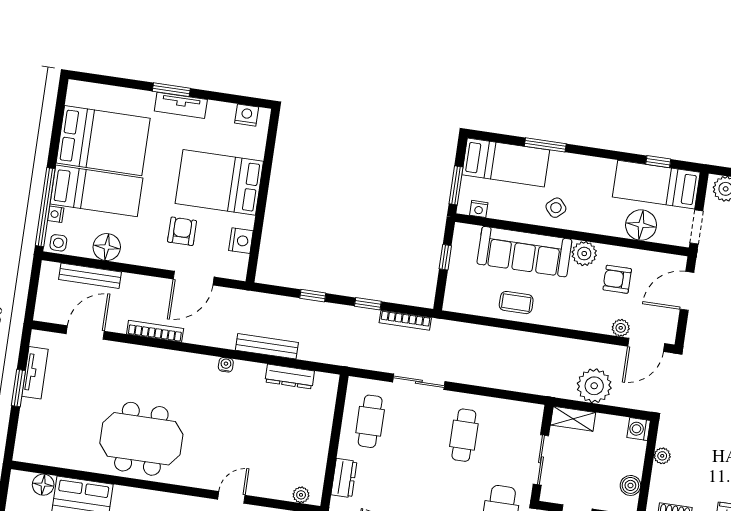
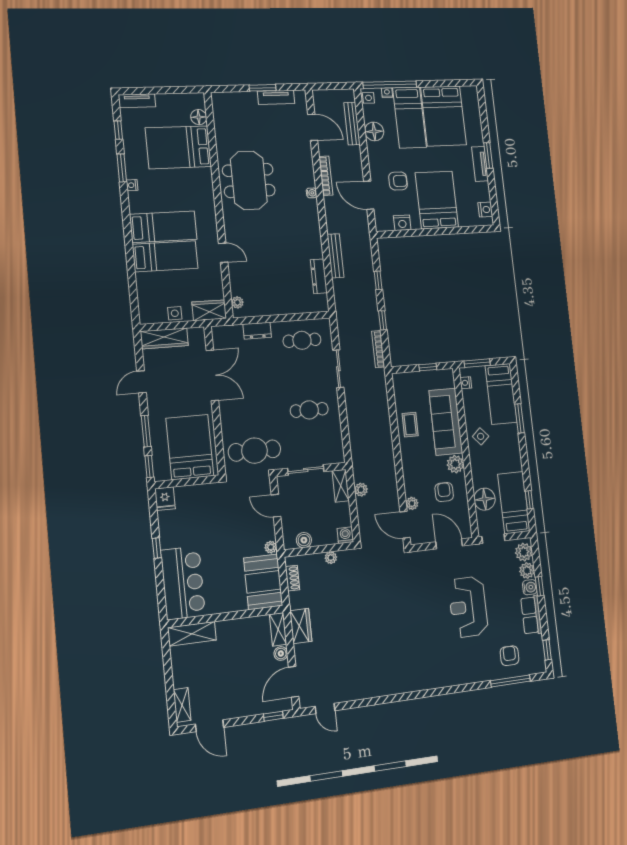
water cooler: (226, 365) -> (312, 193), moved
plant: (594, 386) -> (361, 490), width x0.53, depth x0.53

